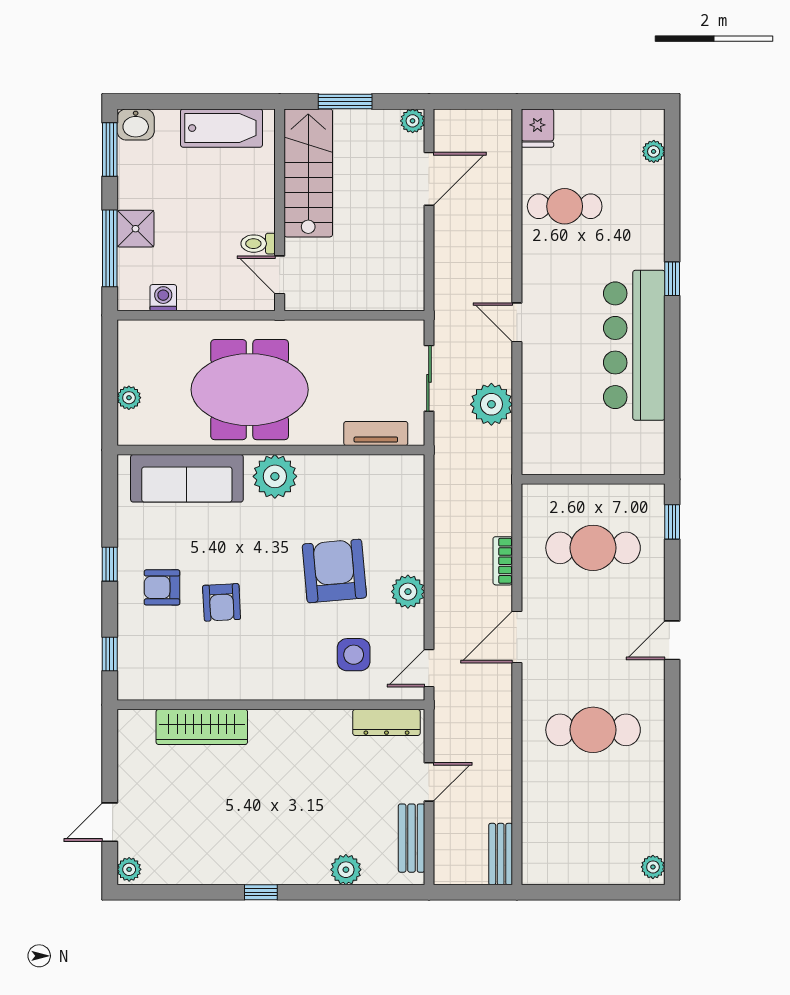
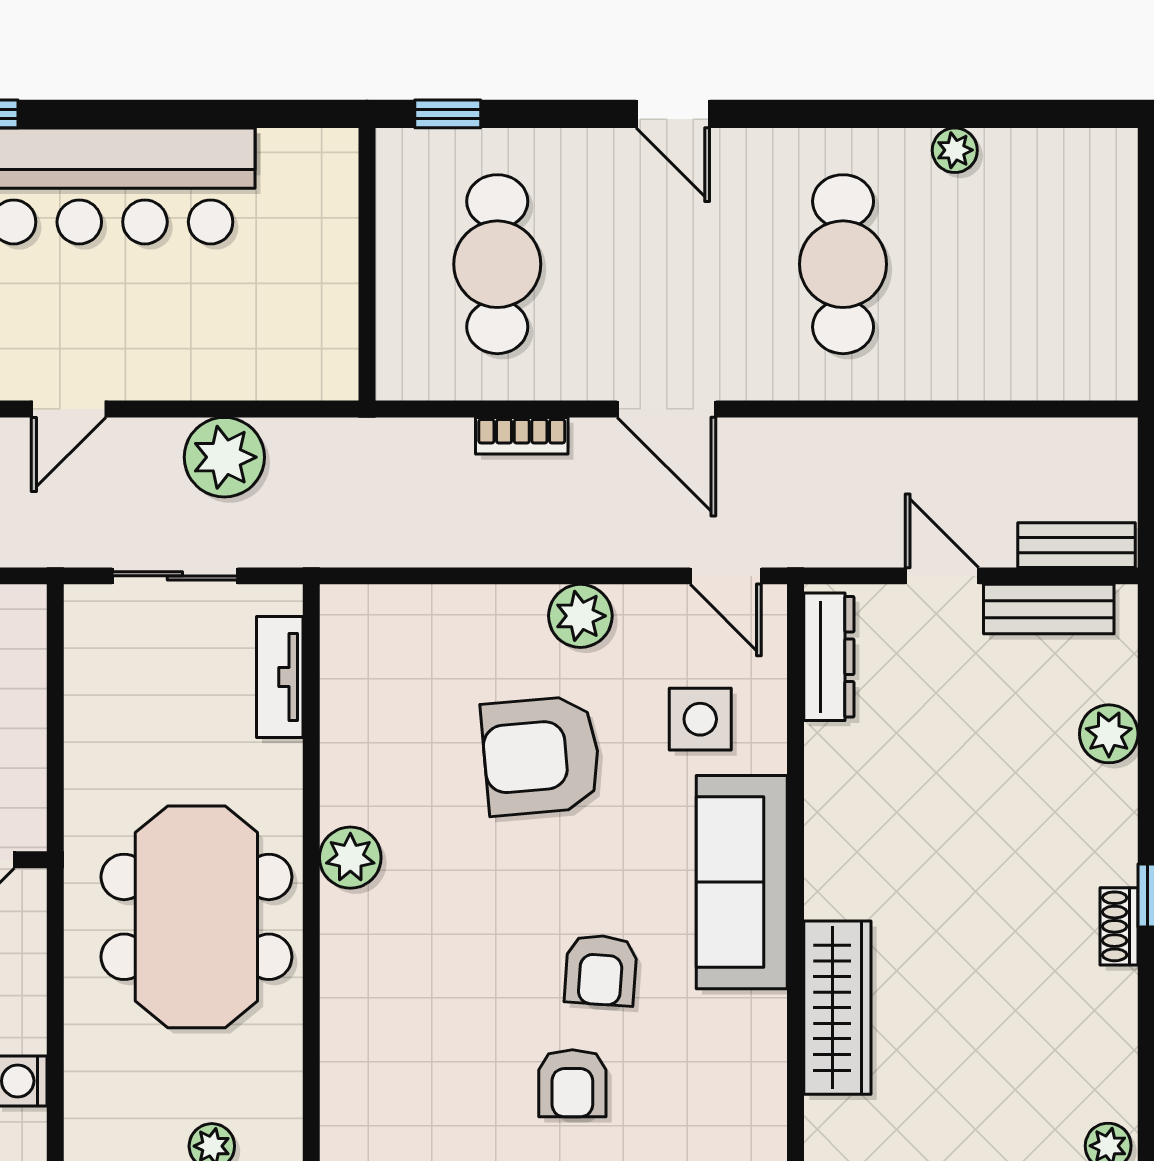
plant: (275, 476) -> (350, 858), width x0.73, depth x0.73
sofa: (187, 478) -> (742, 882), moved, turned 180
armchair: (222, 602) -> (601, 970), turned 97
bench: (501, 854) -> (1077, 545), moved
plant: (653, 867) -> (955, 150), moved
shoe rack: (245, 875) -> (1119, 926), added

